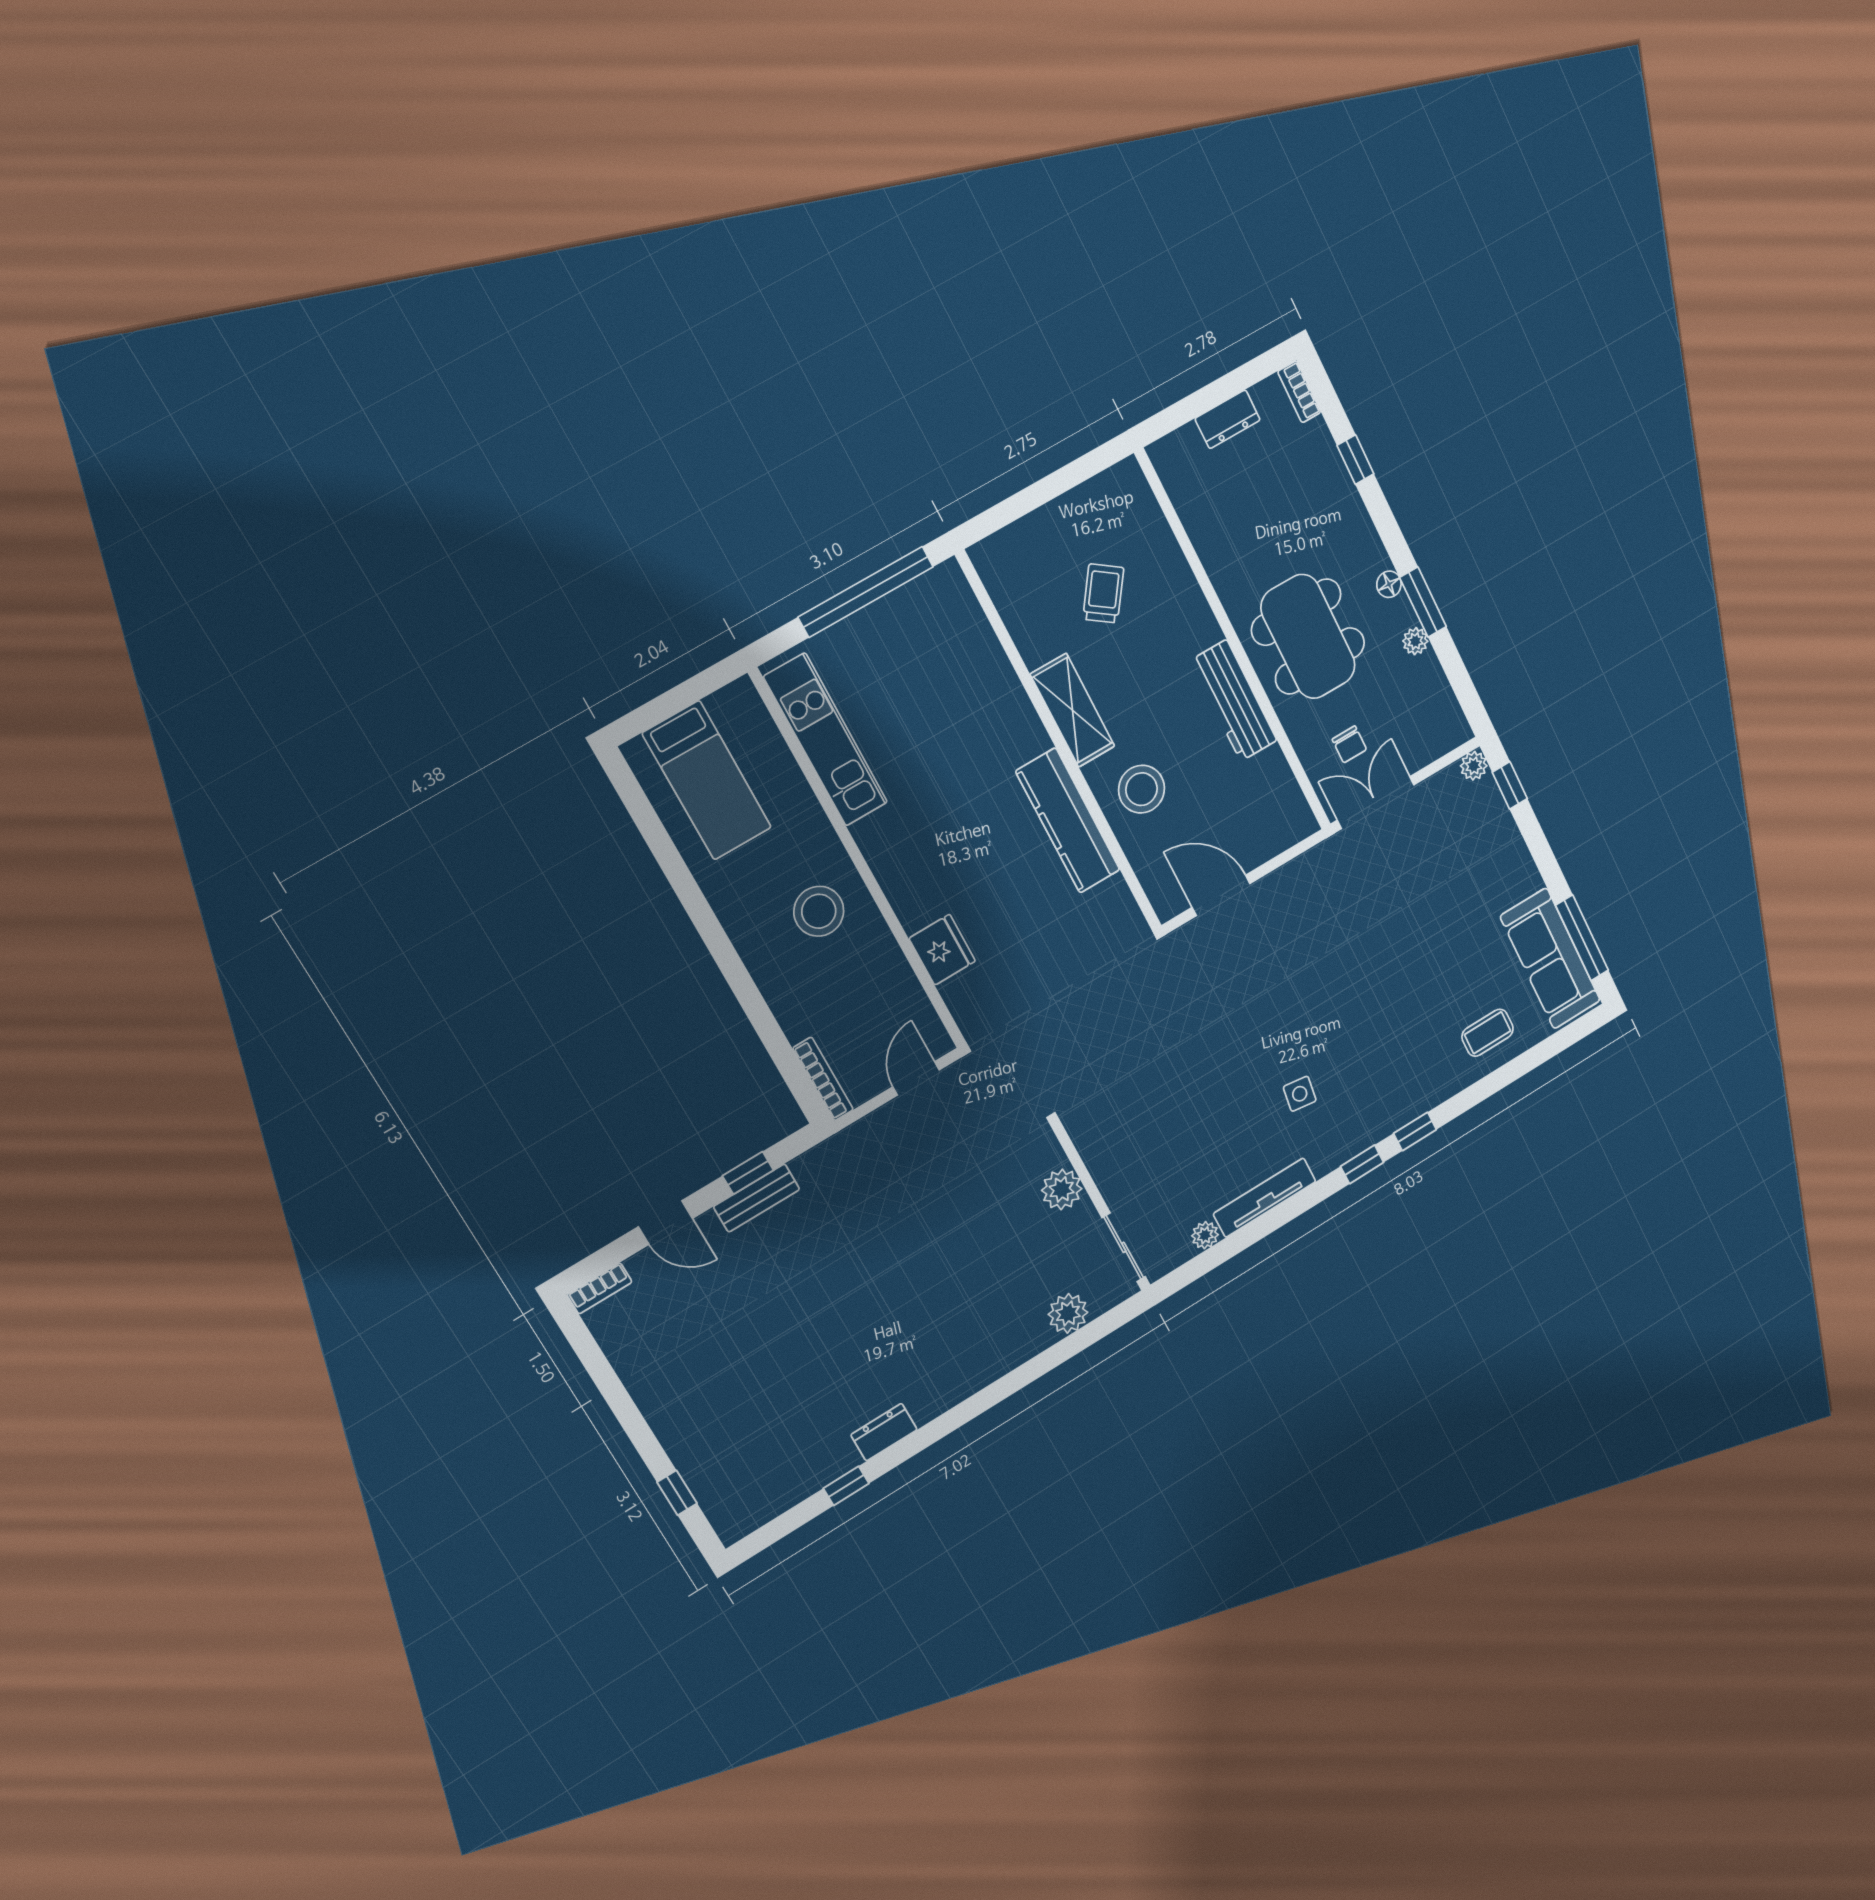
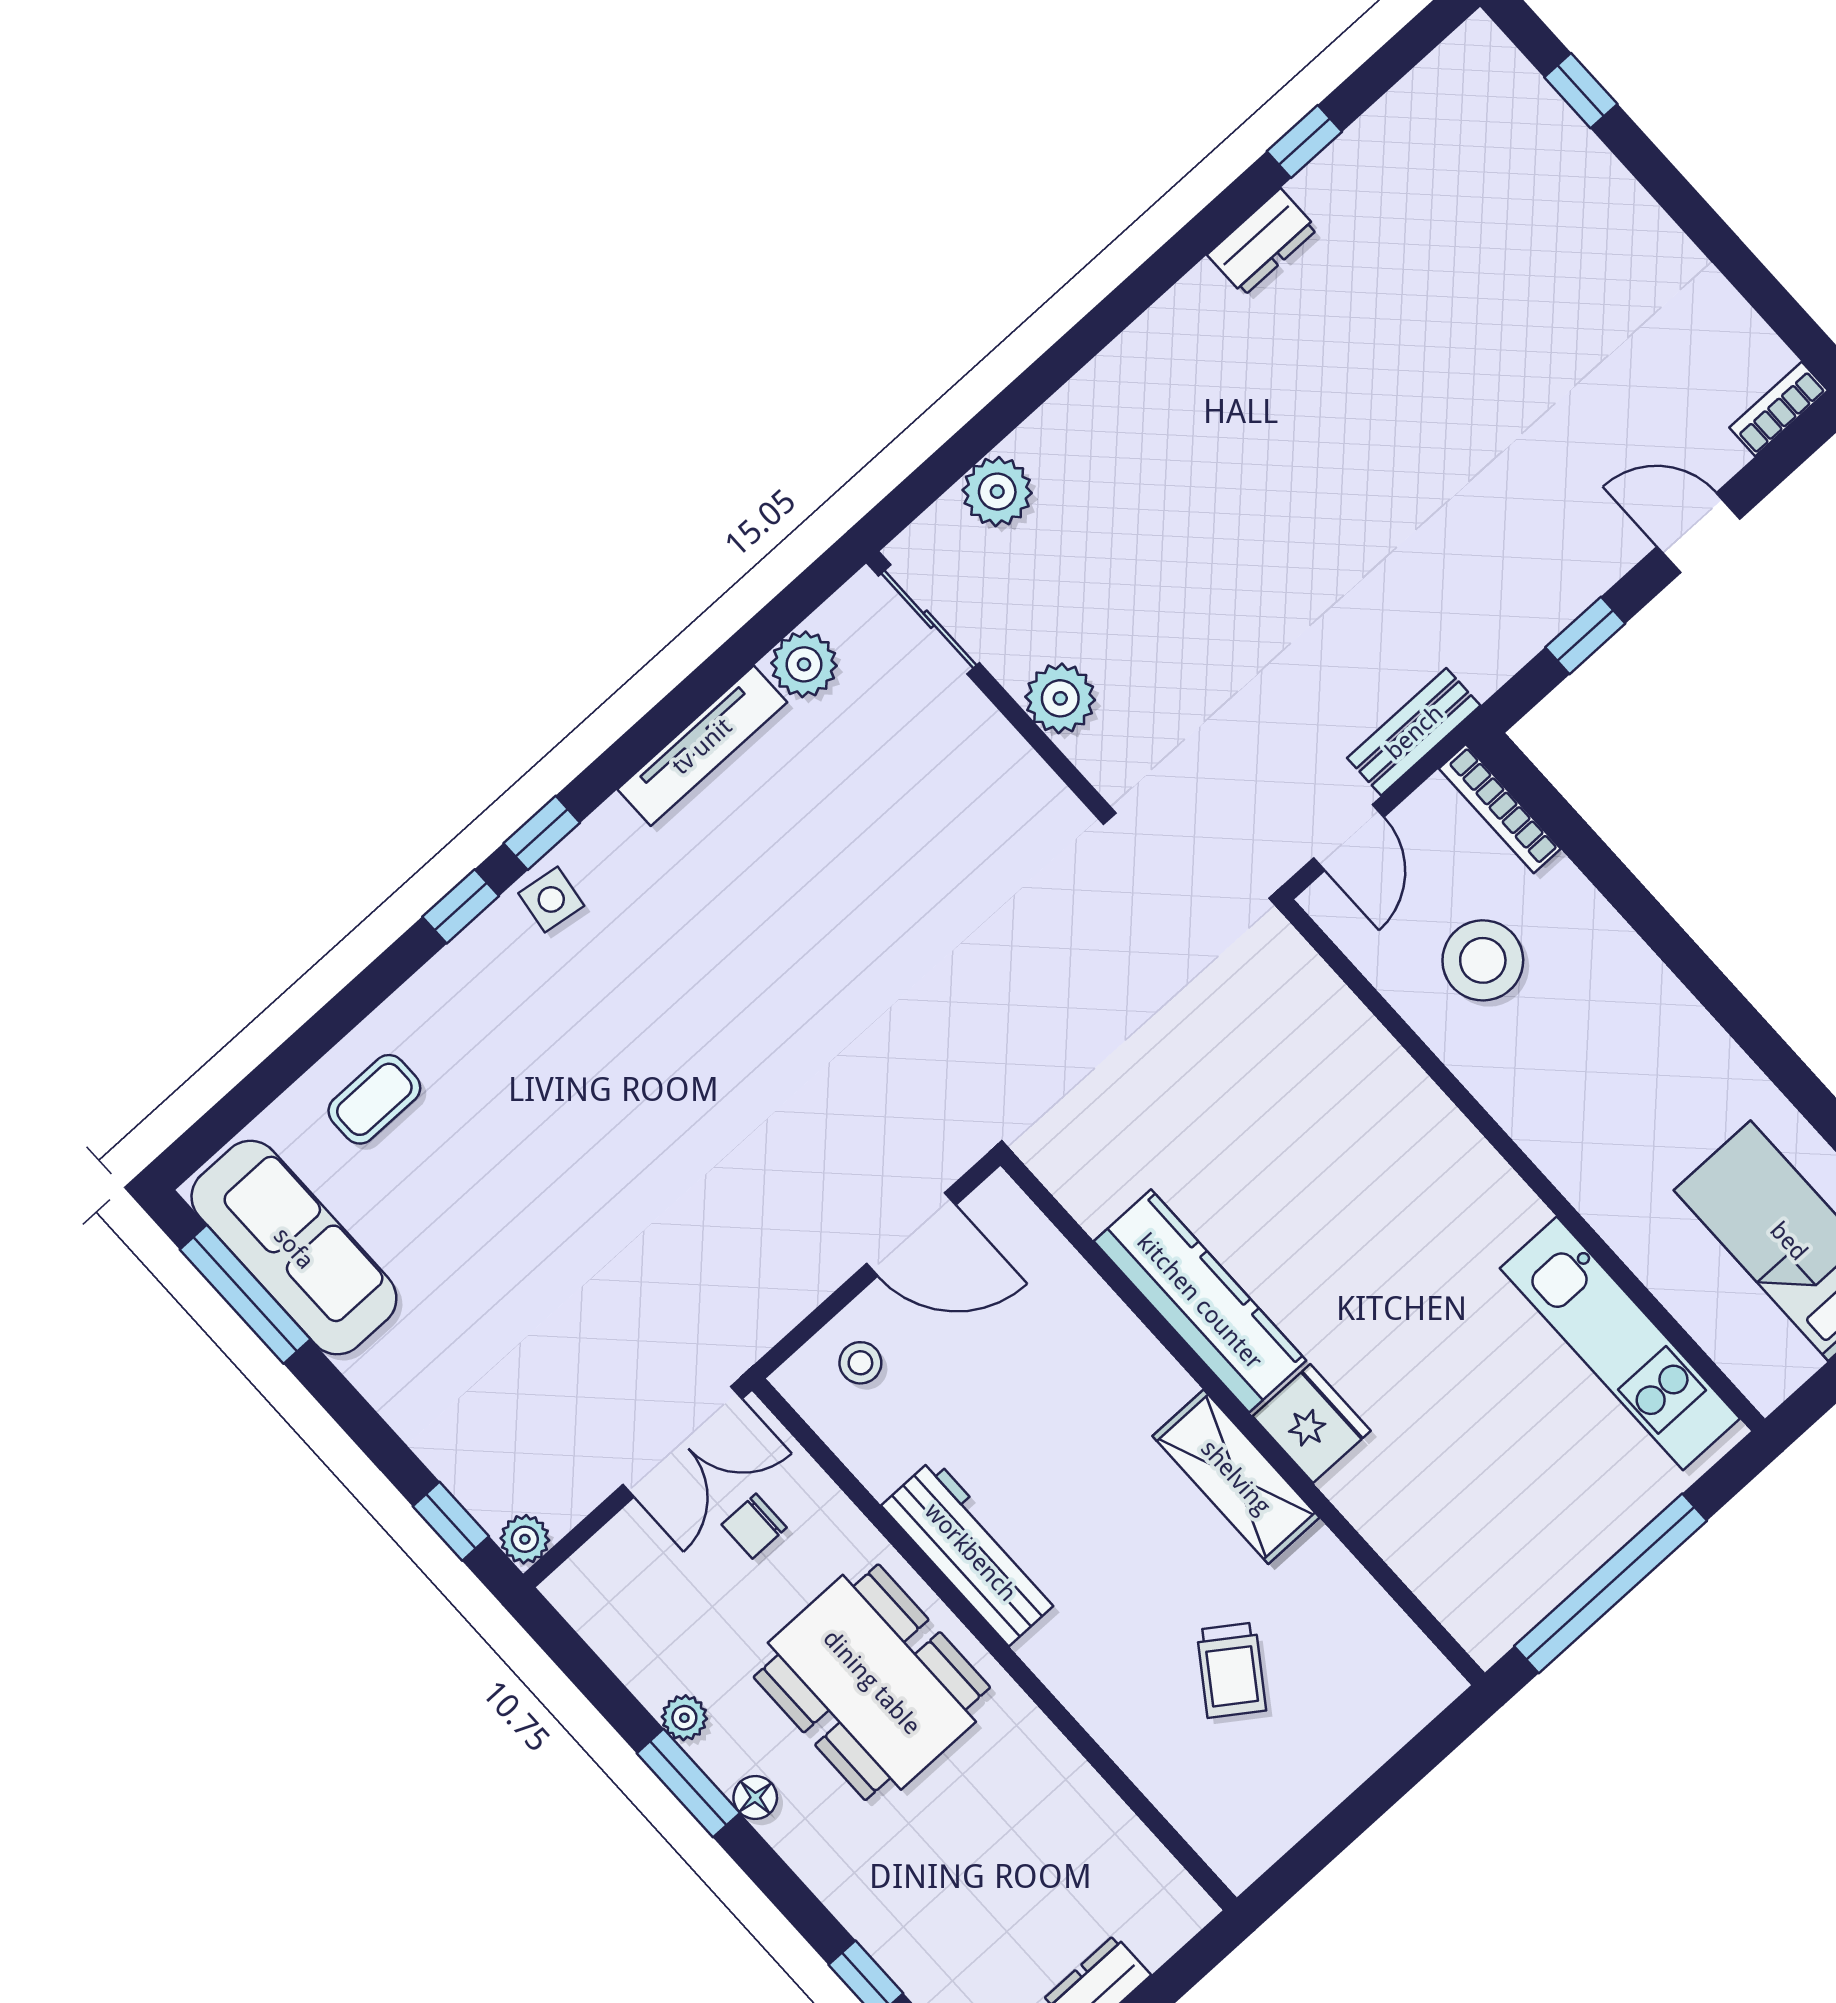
chair: (1349, 744) -> (754, 1526), turned -90
stool: (1142, 789) -> (860, 1363), moved, width x0.53, depth x0.53
stool: (819, 911) -> (1483, 960), moved
fridge: (942, 950) -> (1312, 1424), moved, turned 180
side table: (1300, 1094) -> (551, 899), moved
bench: (757, 1198) -> (1414, 732), moved
plant: (1205, 1235) -> (804, 664), width x1.38, depth x1.38

